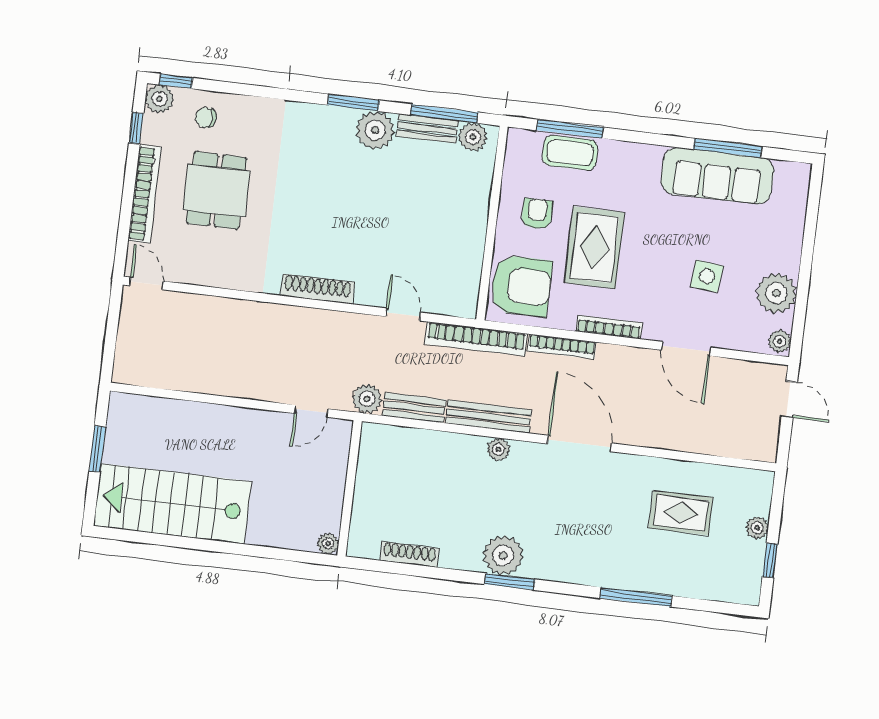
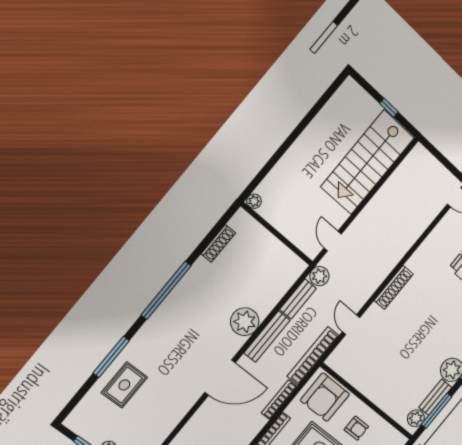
door: (403, 315) -> (351, 325), swing flipped
window: (97, 449) -> (389, 108), width x0.67
plant: (498, 449) -> (245, 322), width x1.87, depth x1.87
stairs: (172, 504) -> (368, 162), moved, turned 180
rug: (681, 513) -> (124, 385), moved
plant: (503, 555) -> (184, 296), removed
window: (510, 582) -> (166, 290), width x2.11

